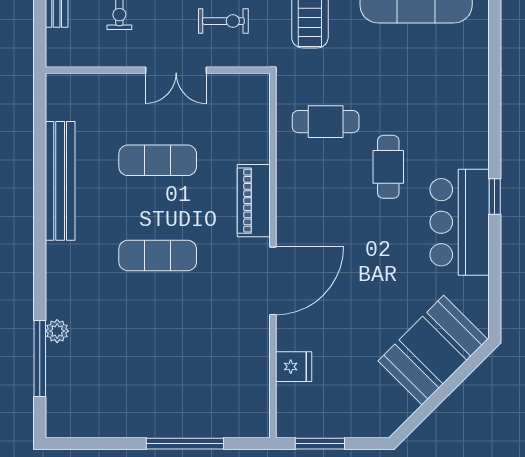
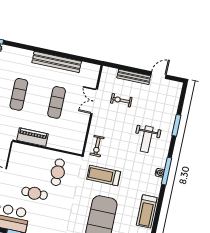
exercise bike: (223, 21) -> (97, 146), moved
double door: (176, 70) -> (94, 101), moved

